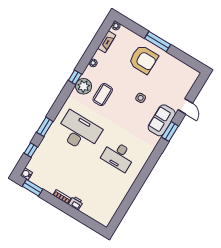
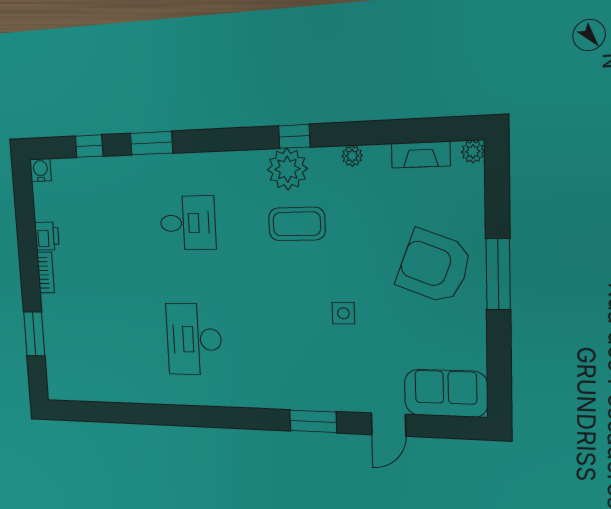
armchair: (143, 59) -> (434, 266), turned 111
sofa: (162, 120) -> (446, 393), moved
desk: (79, 132) -> (188, 223), width x0.53, depth x0.77
window: (33, 188) -> (34, 334), moved
printer: (76, 203) -> (47, 236), moved

